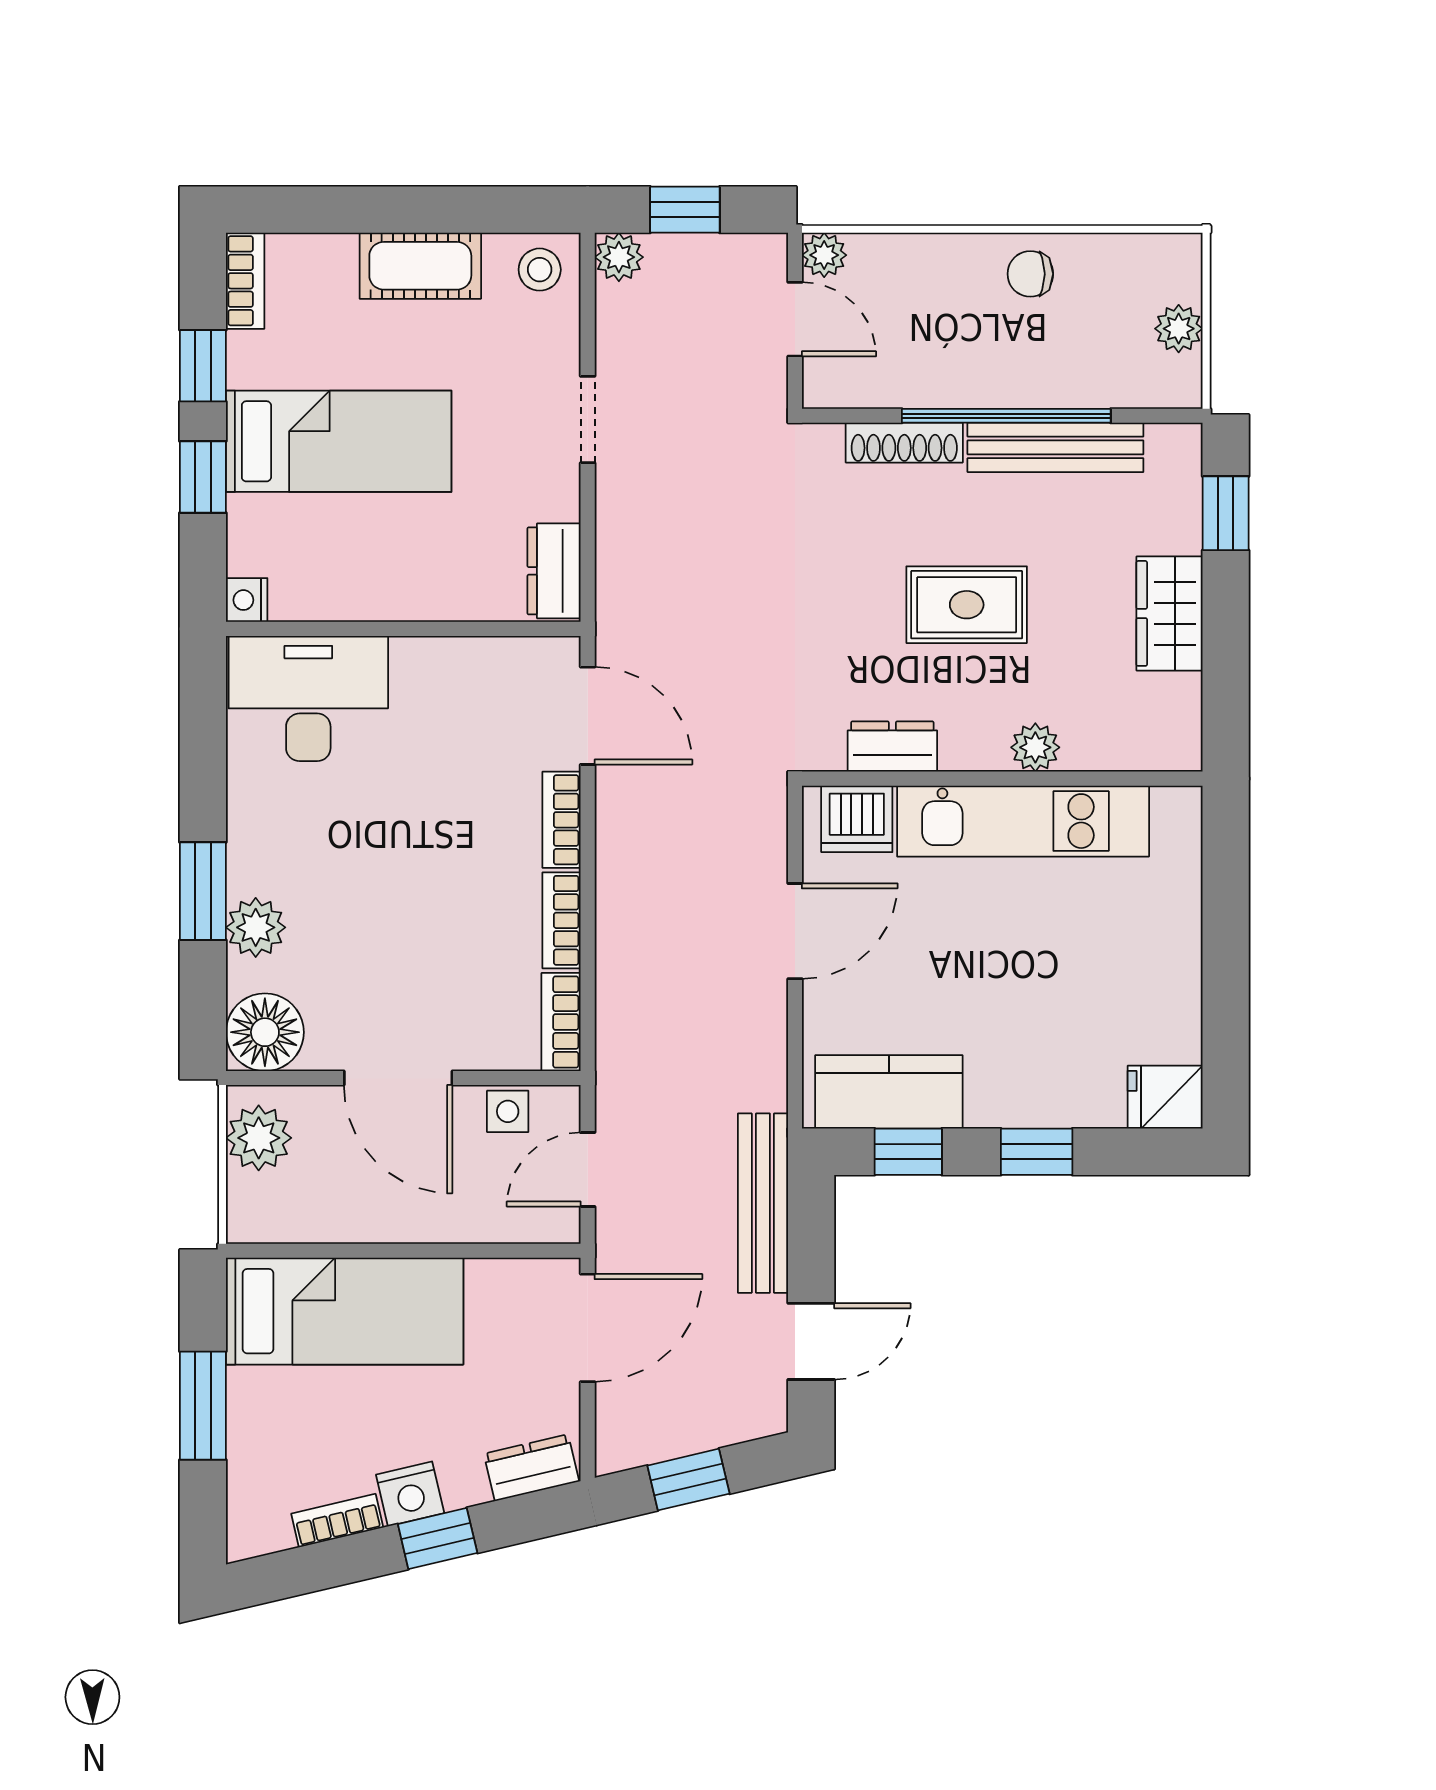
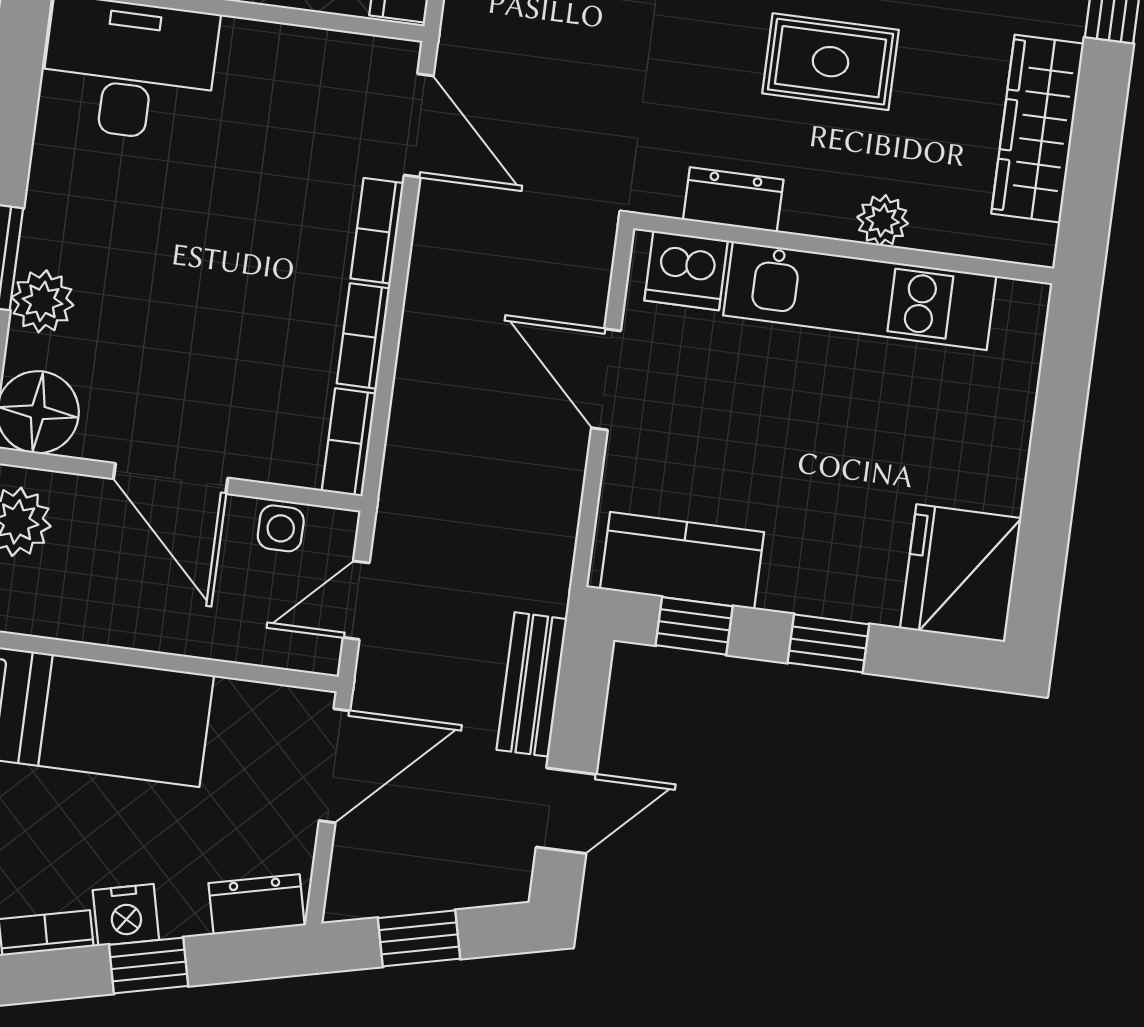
wardrobe: (1170, 613) -> (1038, 129), width x1.50
door: (795, 931) -> (606, 379), swing flipped
fridge: (1165, 1097) -> (961, 573), width x1.88, depth x1.34
bench: (763, 1203) -> (532, 684), width x0.73

